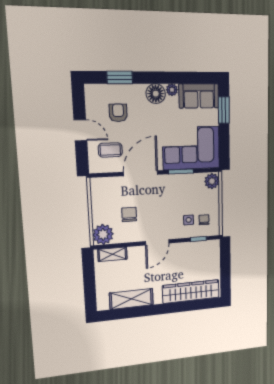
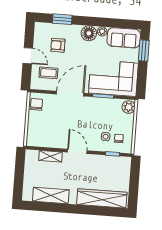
armchair: (118, 113) -> (58, 45), turned -90
chair: (129, 214) -> (36, 104), moved
plant: (103, 234) -> (35, 138), removed
door: (157, 242) -> (77, 151), swing flipped
shelving: (112, 254) -> (50, 156), moved

